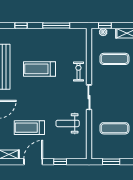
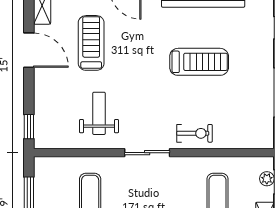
treadmill: (40, 69) -> (199, 62), turned 90
window: (60, 162) -> (29, 127), moved

